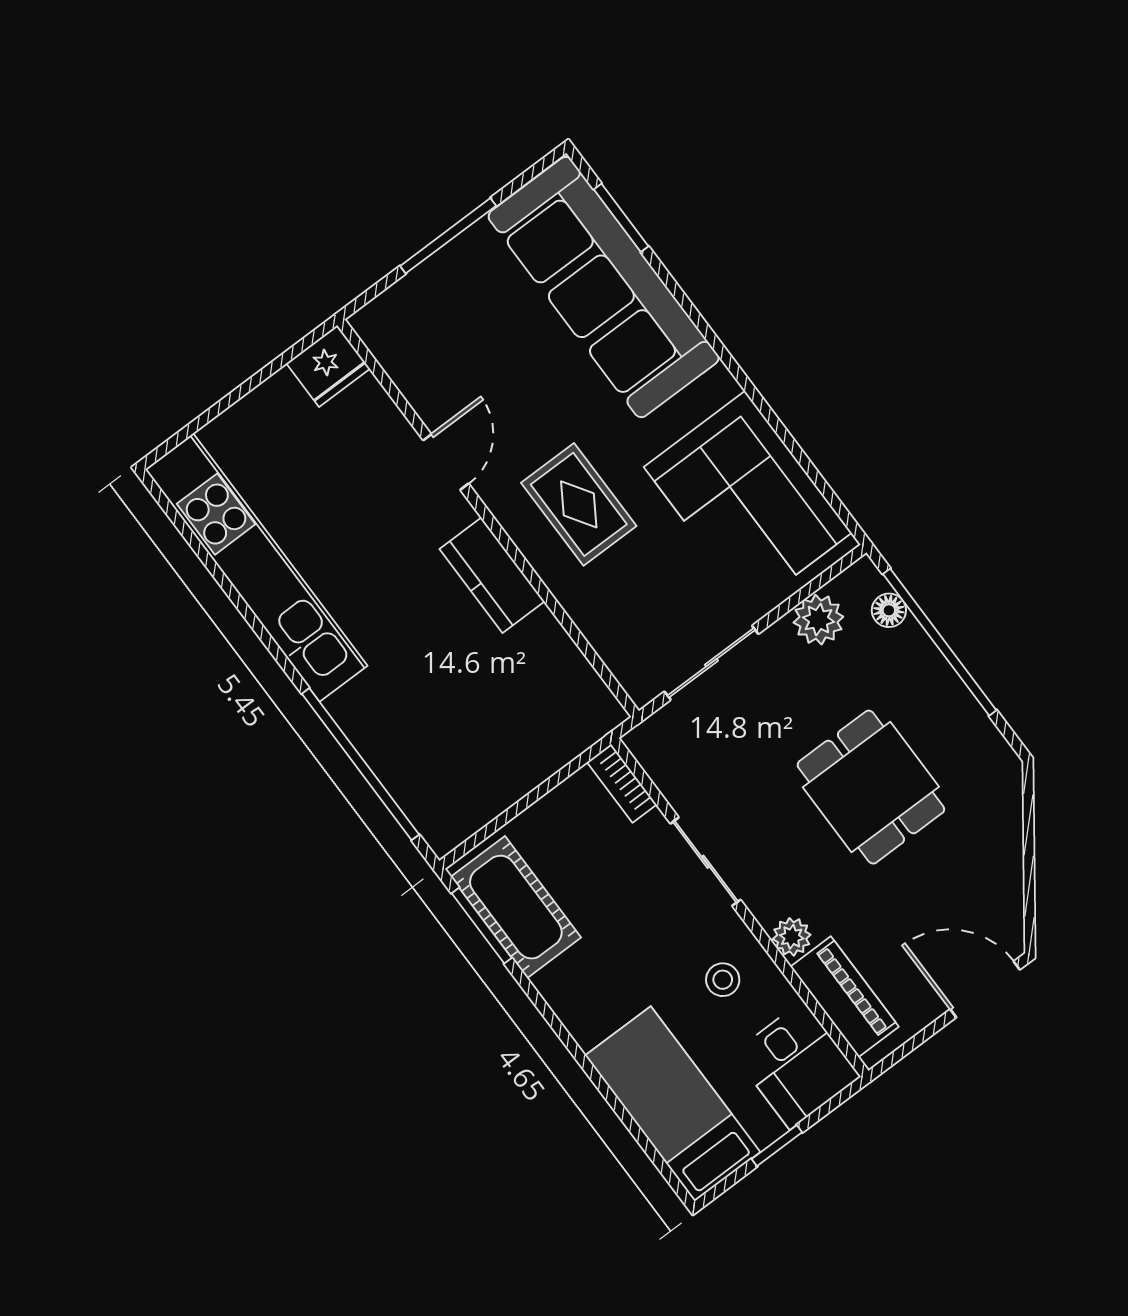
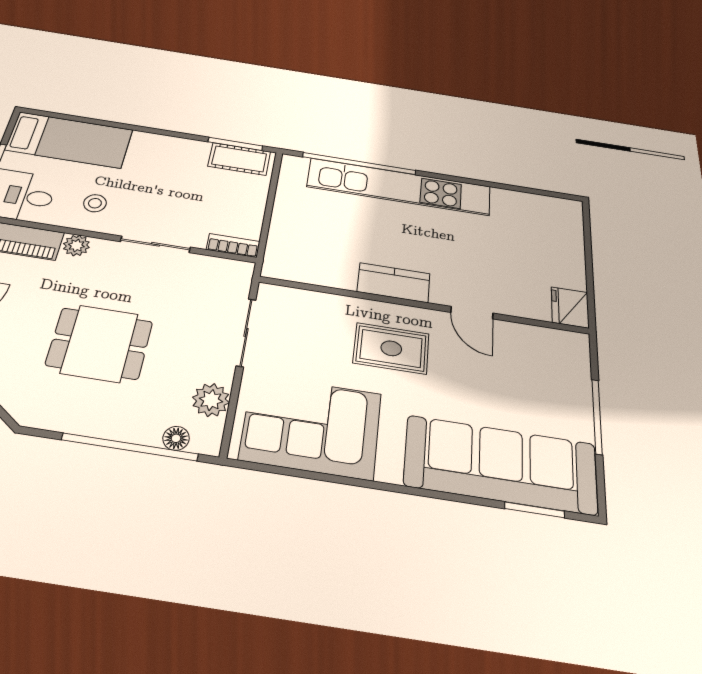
kitchen unit: (256, 568) -> (399, 187), moved
cot: (516, 907) -> (239, 159), width x0.73, depth x0.75

